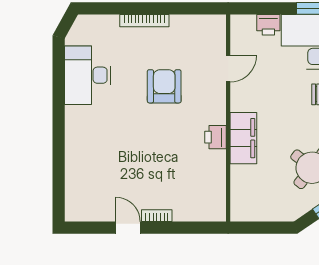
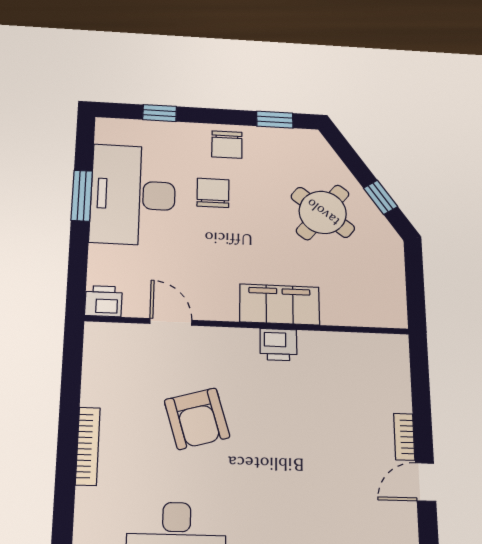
printer: (268, 25) -> (103, 301), moved, turned -90
armchair: (164, 86) -> (197, 419), turned -106

